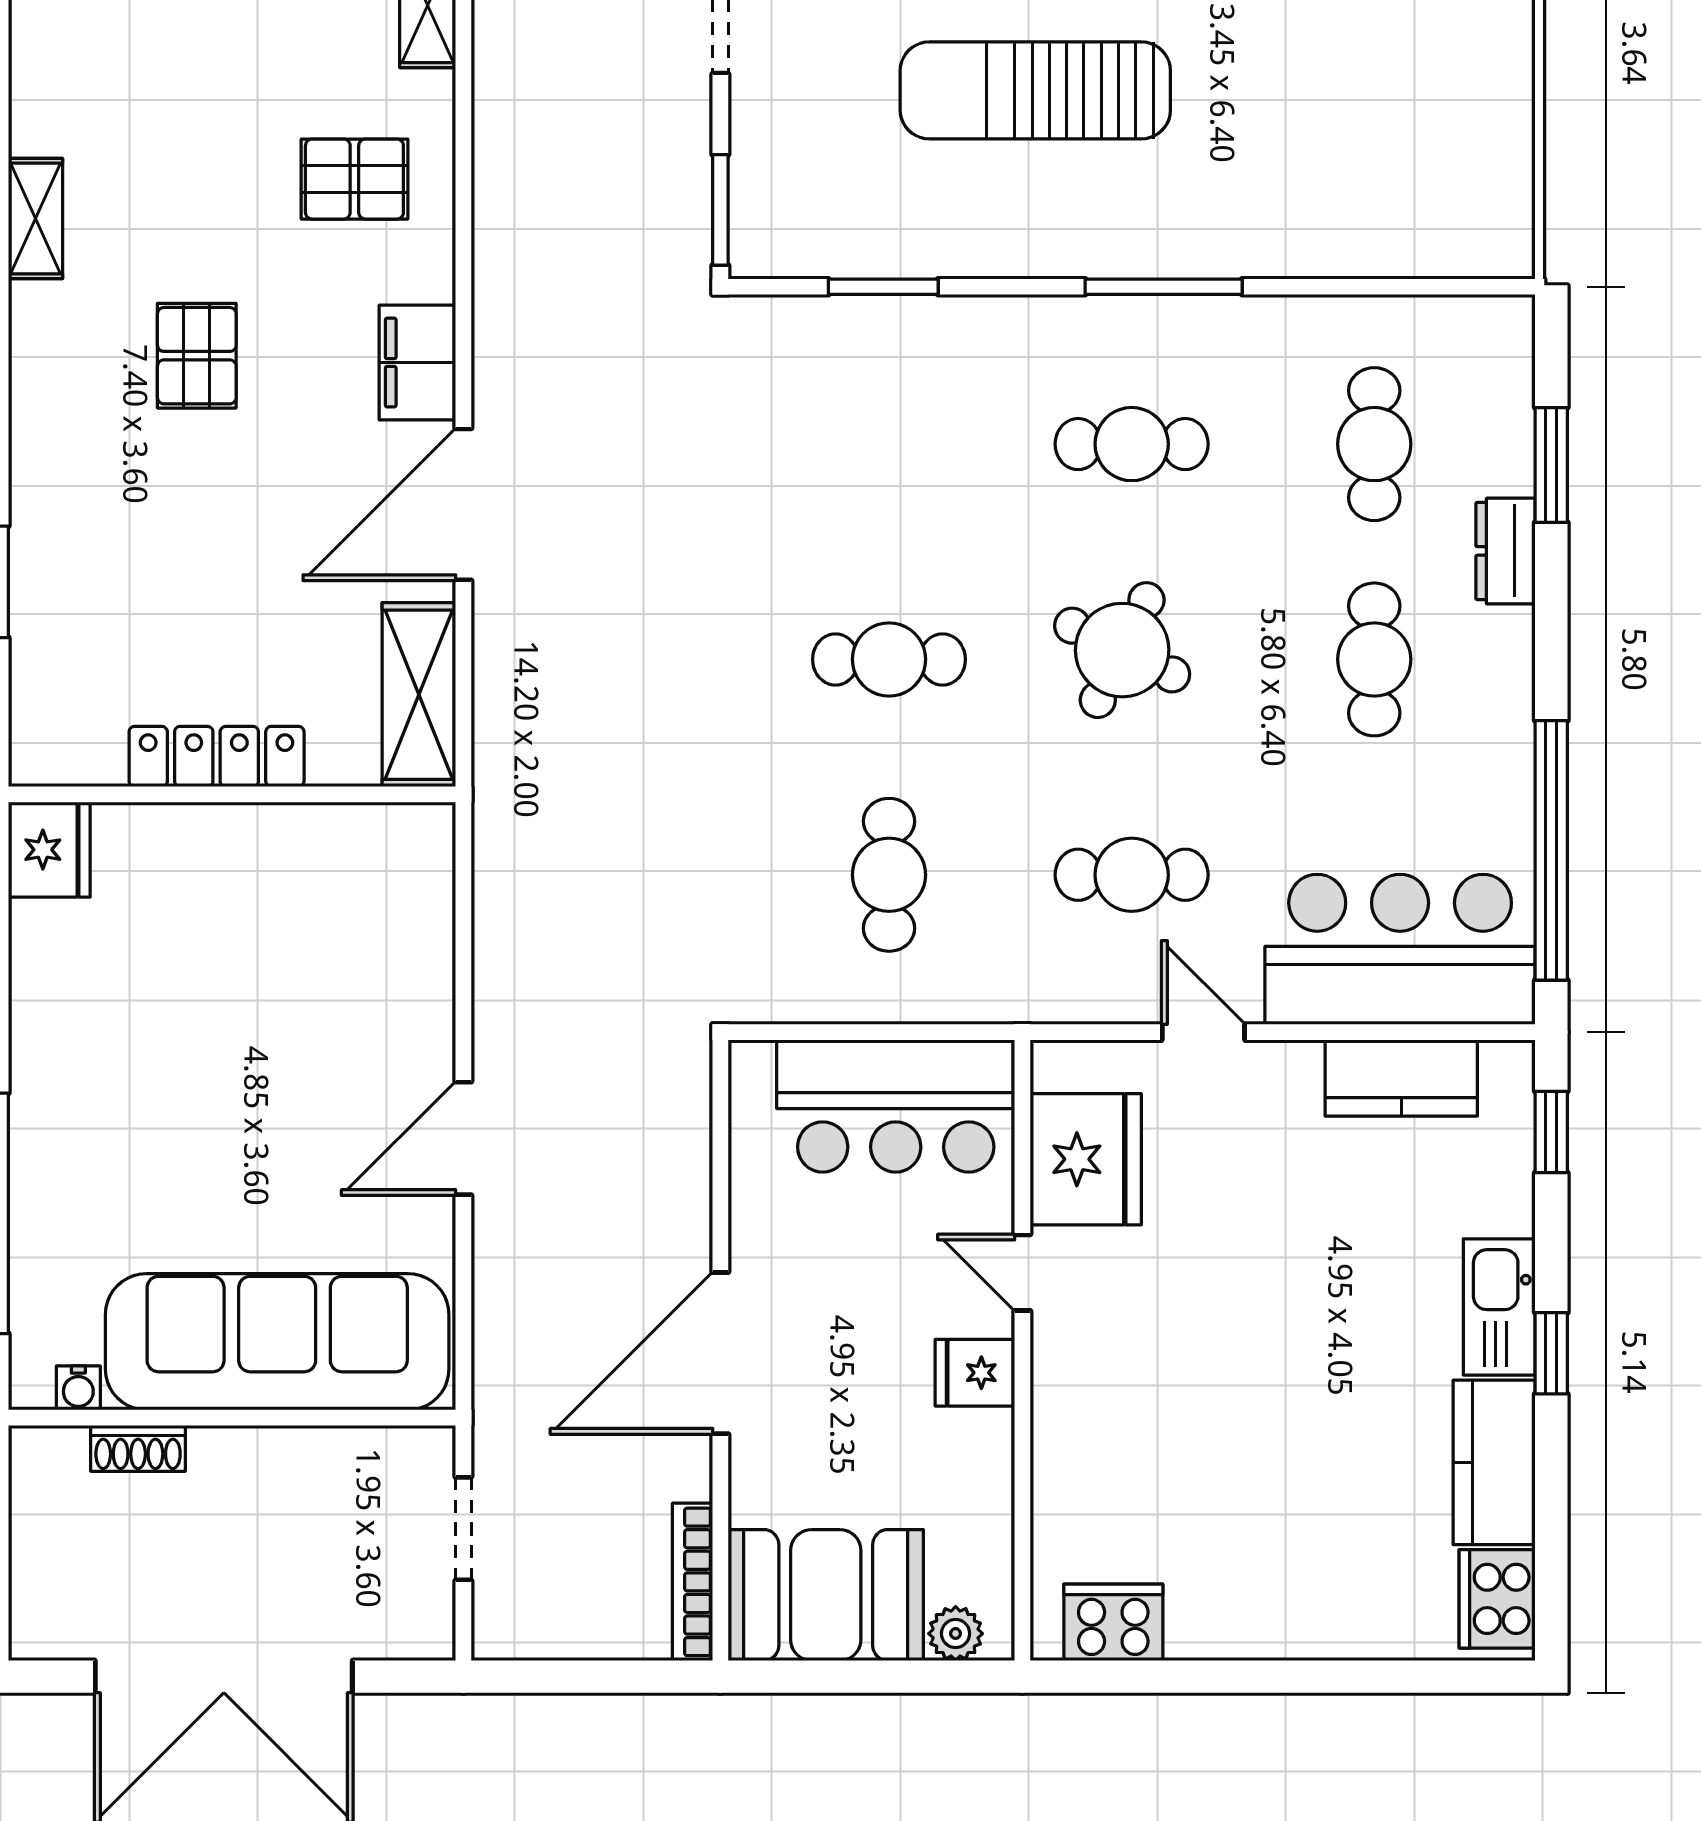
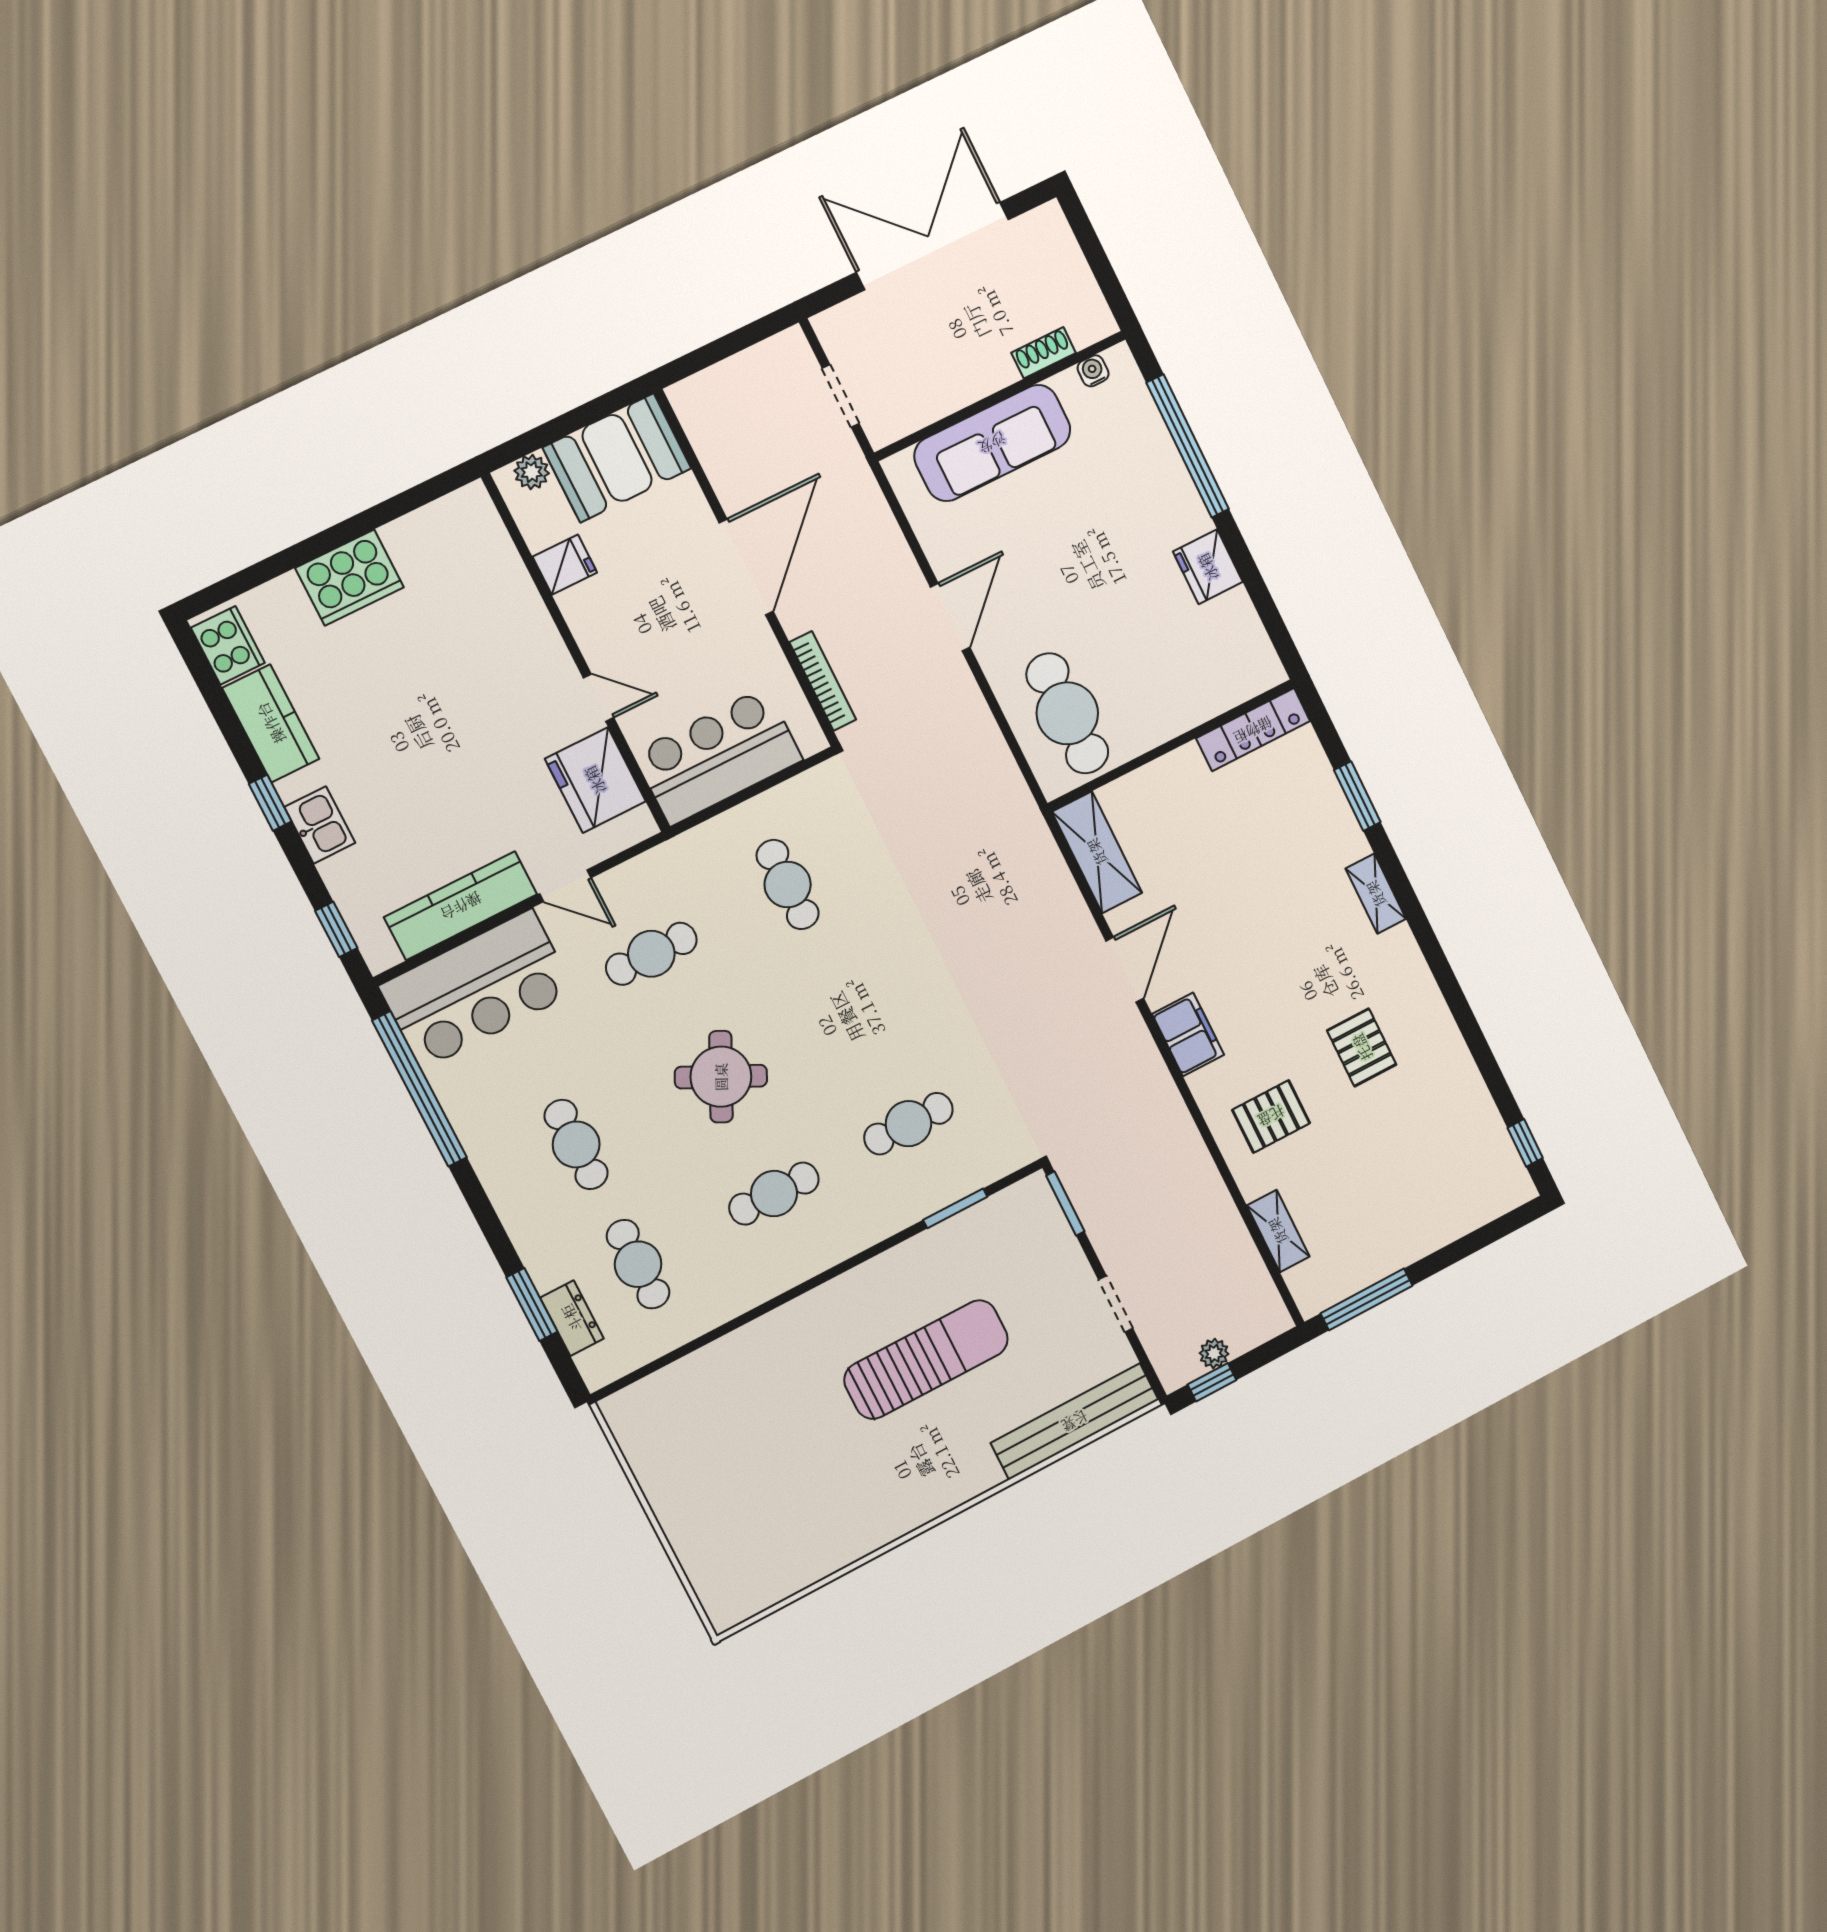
shelving: (36, 219) -> (1376, 894), moved
window: (1164, 287) -> (801, 1289), removed
pallet: (197, 356) -> (1362, 1047), moved
door: (463, 504) -> (1125, 970), width x0.73
dresser: (1505, 551) -> (572, 1318), moved
cafe table: (889, 659) -> (908, 1124), moved
locker: (217, 757) -> (1253, 730), moved
fridge: (49, 850) -> (1208, 567), moved
cafe table: (362, 916) -> (1067, 713), added
kitchen counter: (1401, 1078) -> (461, 906), width x1.50
kitchen sink: (1499, 1307) -> (320, 825), width x0.73
sofa: (277, 1342) -> (992, 443), width x0.74, depth x0.79
fridge: (975, 1373) -> (565, 565), moved
bookcase: (693, 1582) -> (823, 681), moved
cooker: (1113, 1622) -> (349, 578), moved, width x1.37, depth x1.31

